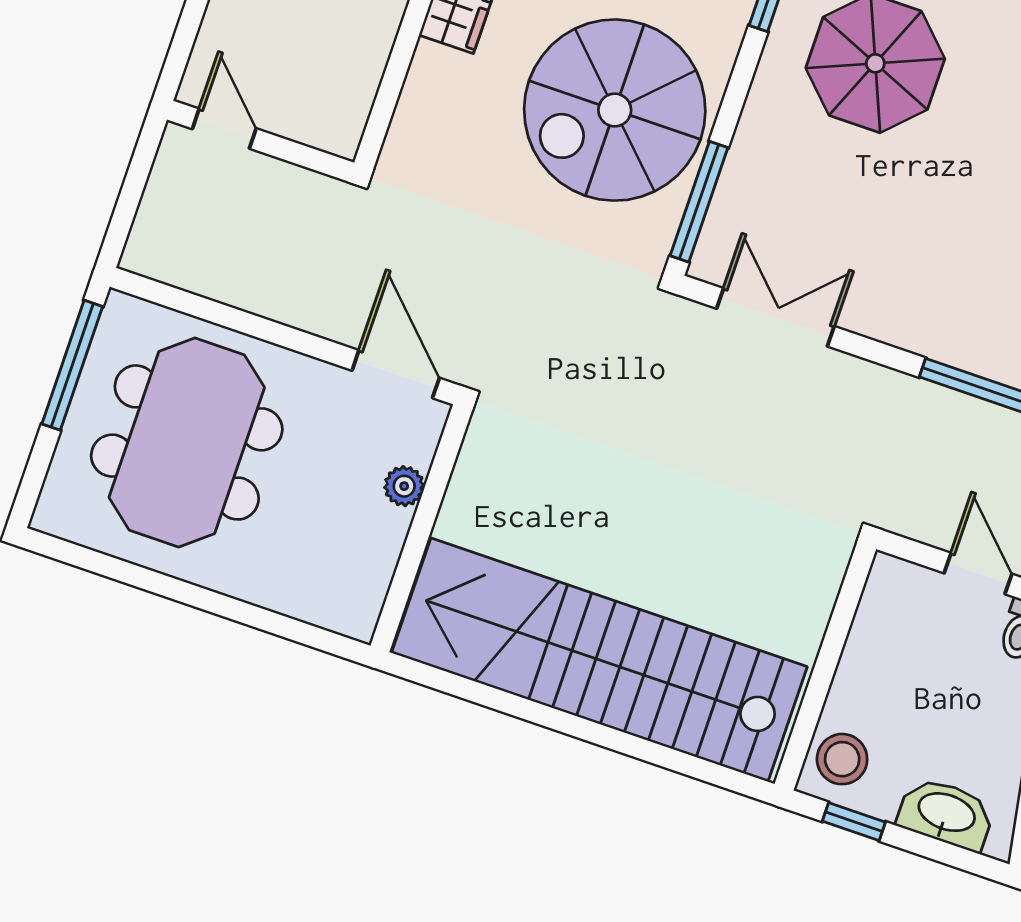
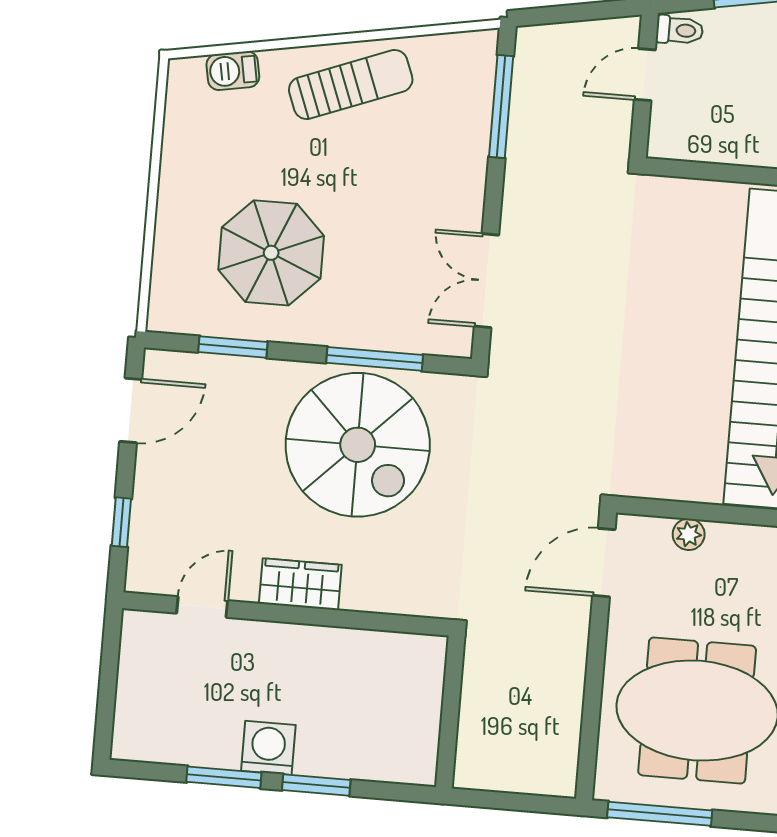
door: (224, 129) -> (448, 742), removed
window: (699, 202) -> (375, 359), moved

